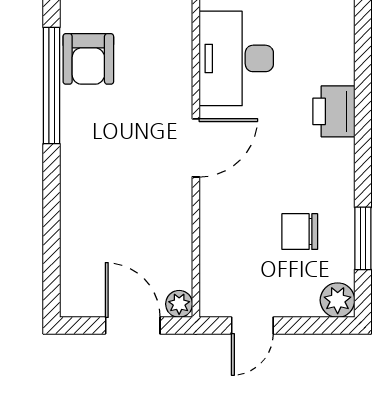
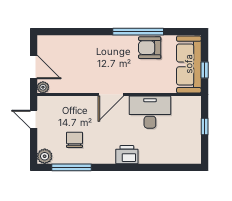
door: (196, 148) -> (111, 95), hinge flipped
window: (363, 238) -> (71, 167), width x1.44
door: (133, 326) -> (34, 67), hinge flipped

